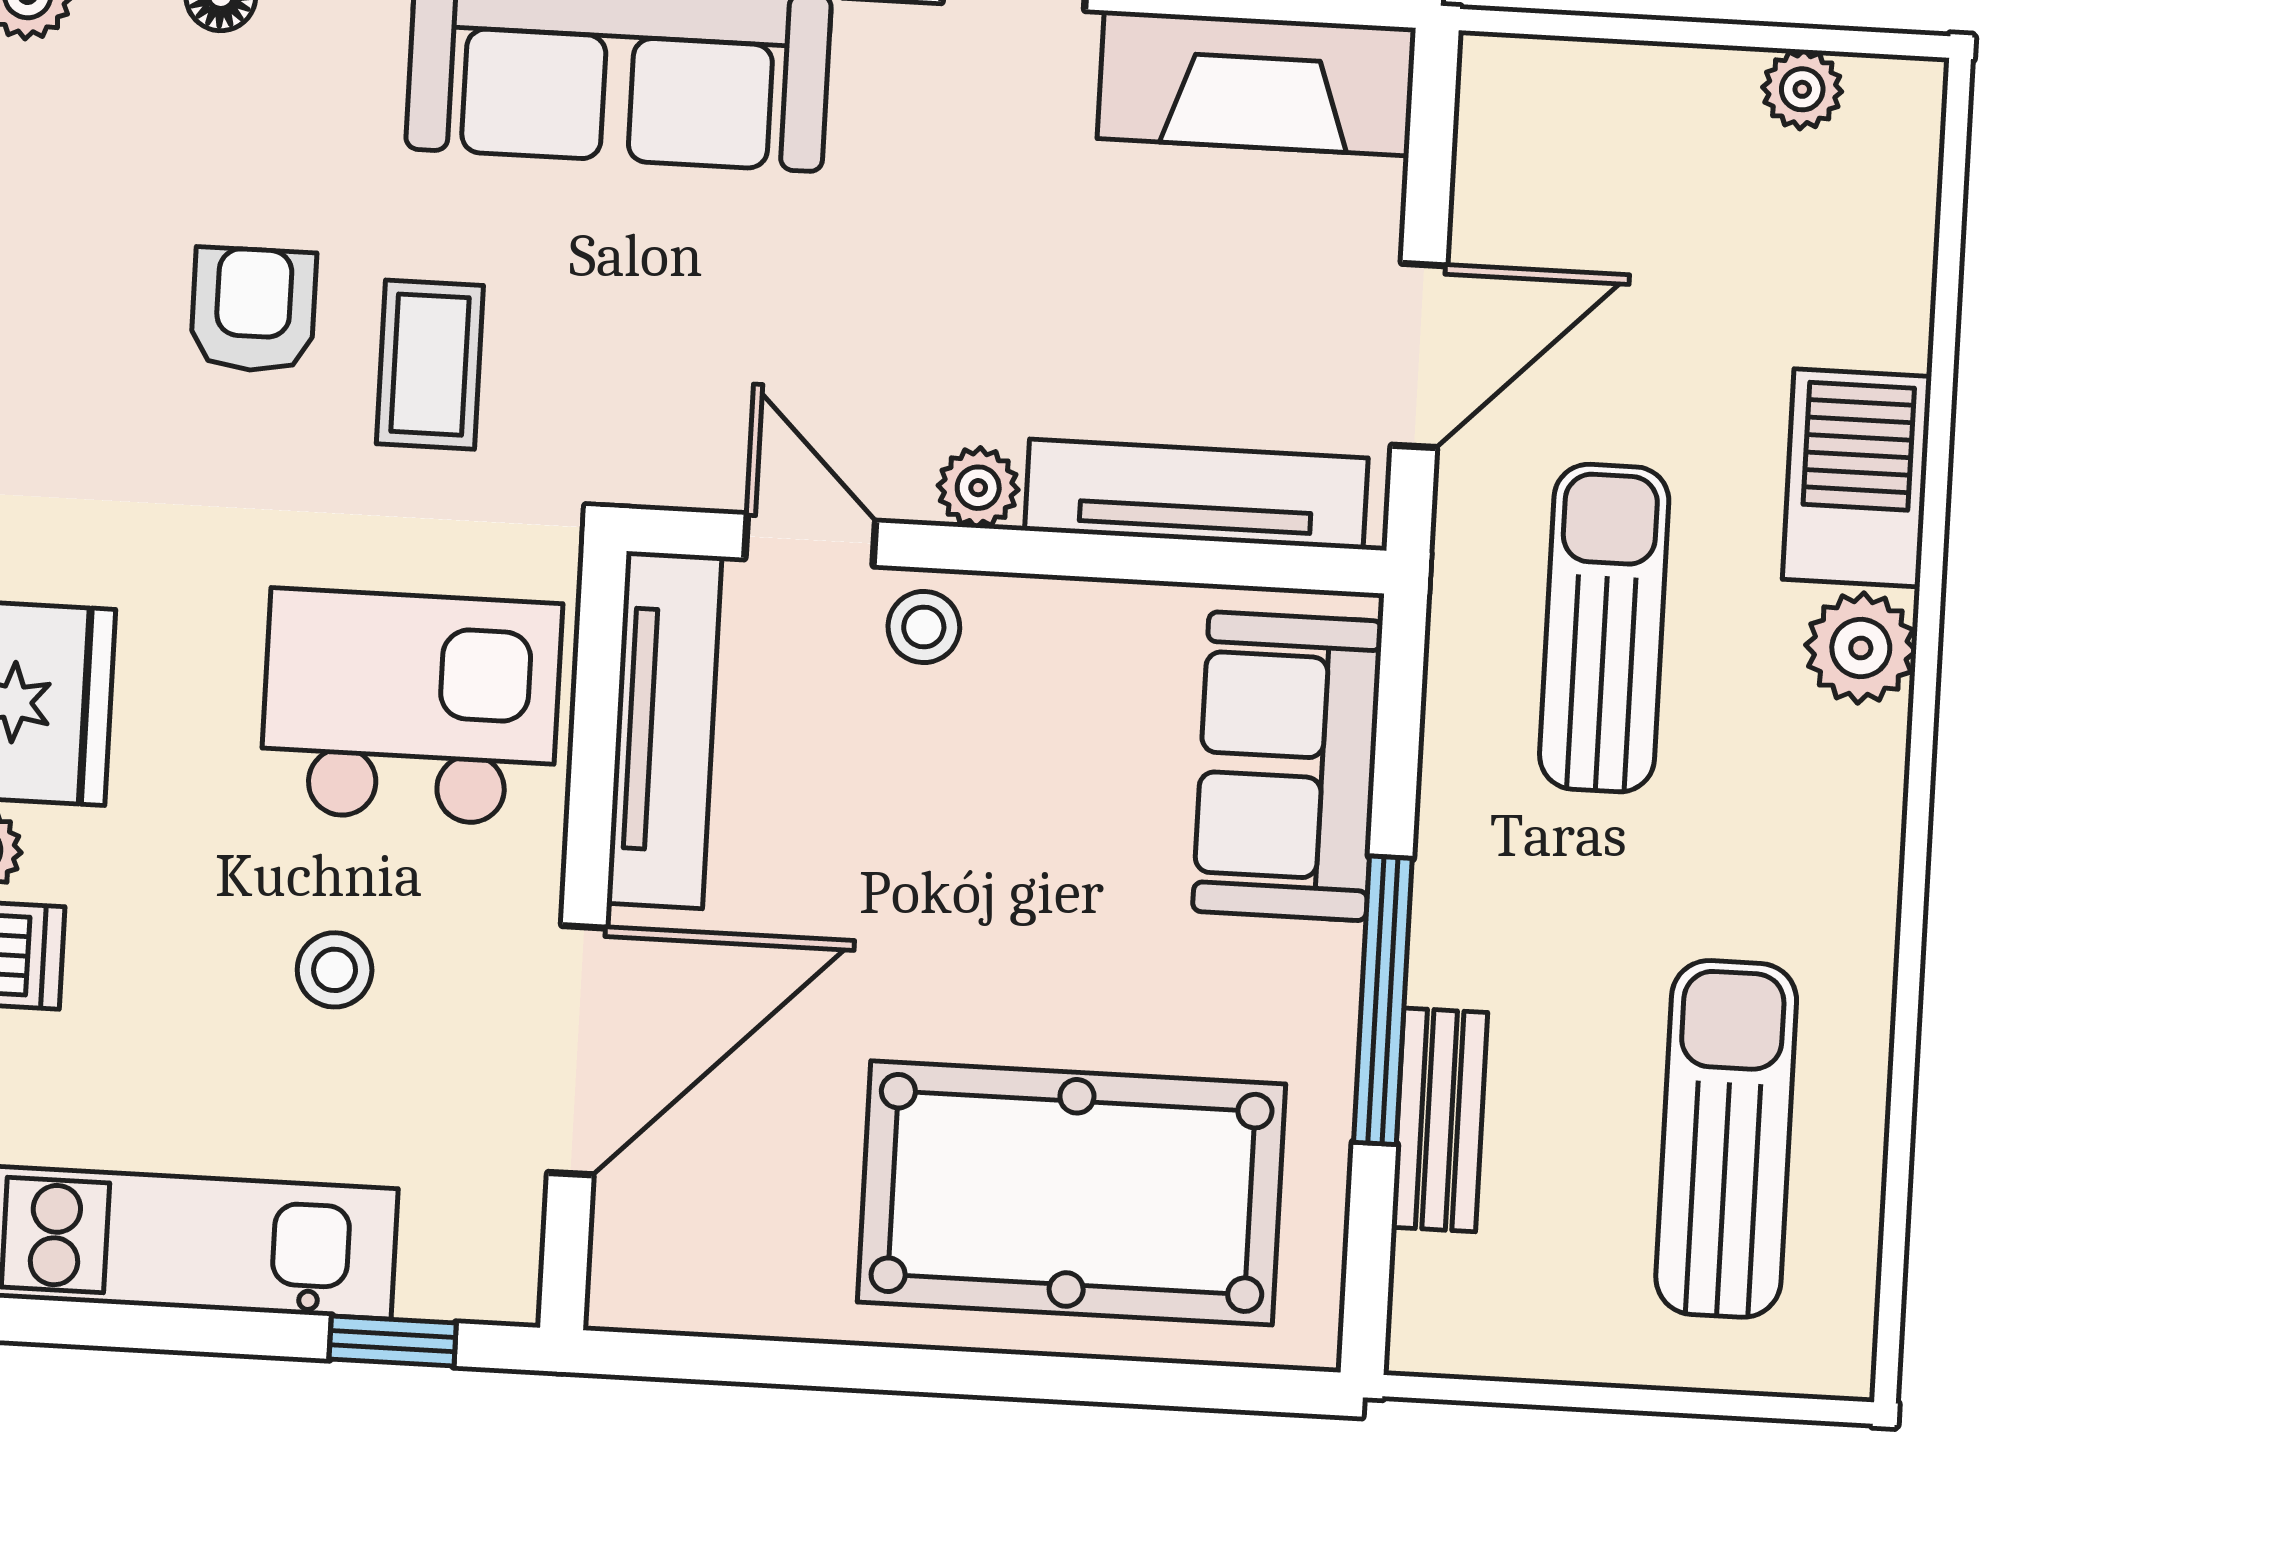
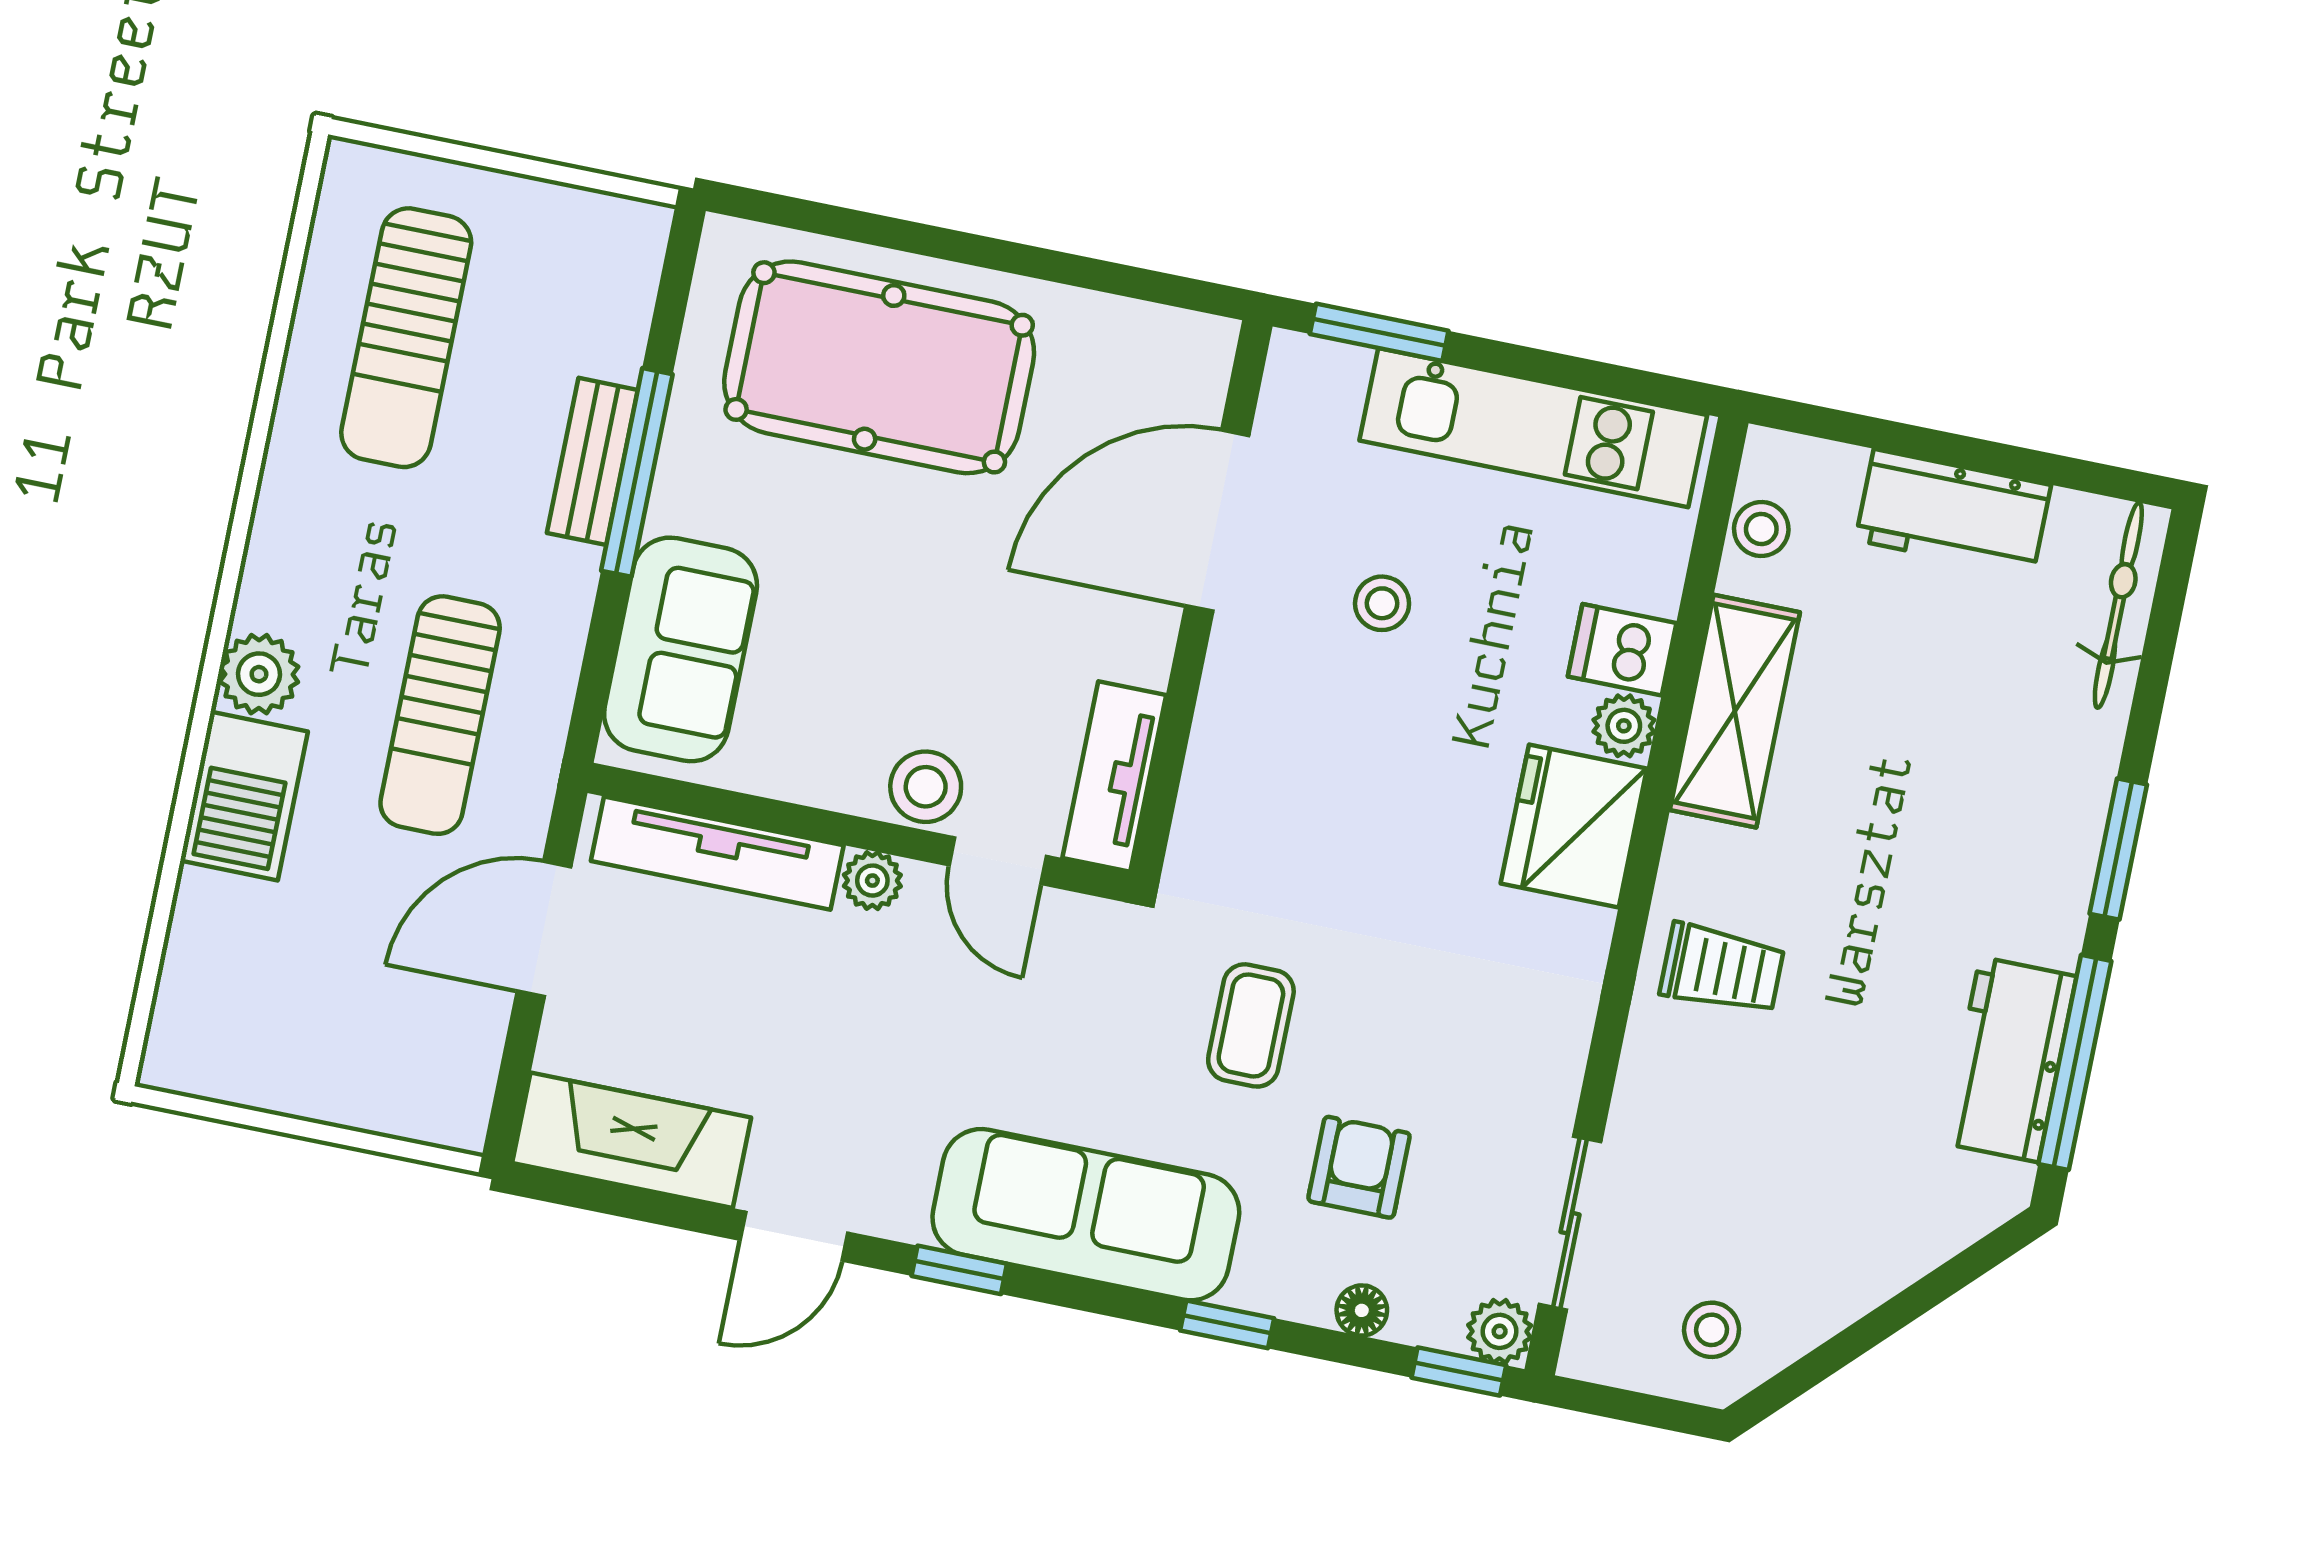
plant: (1802, 89) -> (243, 1079), removed
armchair: (253, 310) -> (1359, 1167), moved, turned 180
stool: (924, 627) -> (926, 787), width x1.37, depth x1.37
kitchen island: (411, 707) -> (1300, 783), removed
tv unit: (664, 730) -> (1114, 776), width x0.71
bench: (1440, 1120) -> (592, 461), moved
window: (393, 1341) -> (1379, 332), width x1.50

